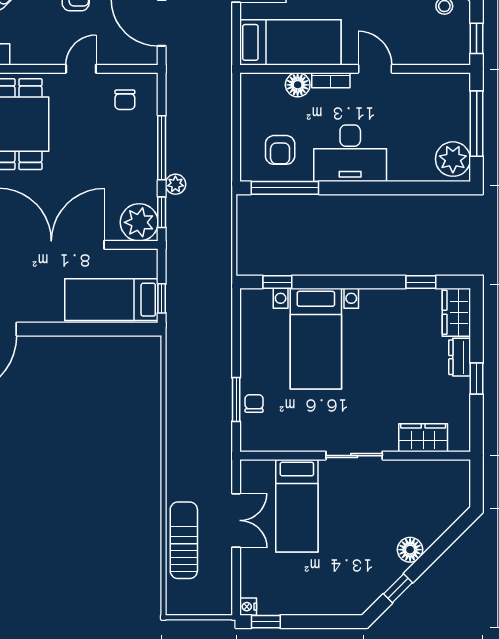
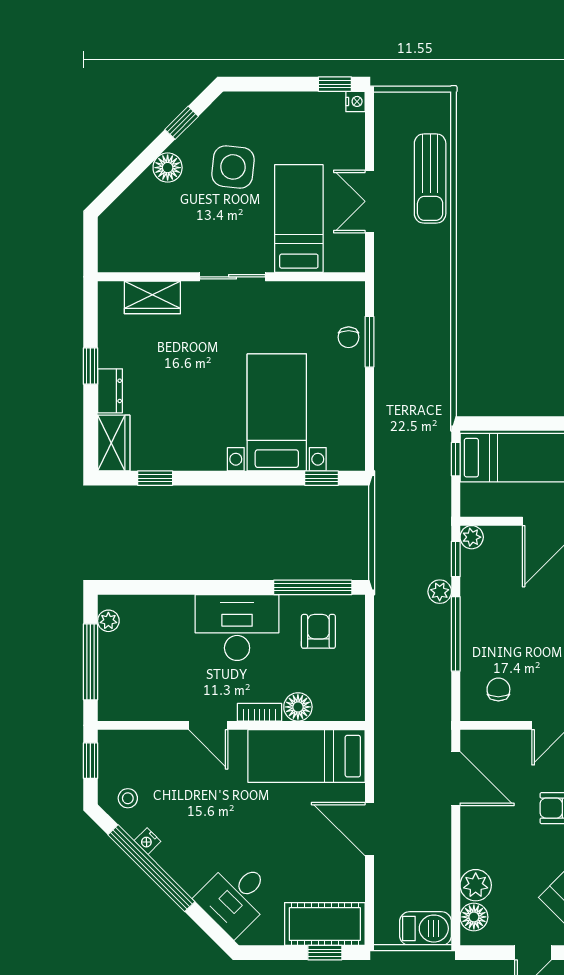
plant: (453, 159) -> (108, 621), width x0.53, depth x0.53
plant: (139, 222) -> (472, 537), width x0.53, depth x0.53
side table: (354, 550) -> (233, 167), added

